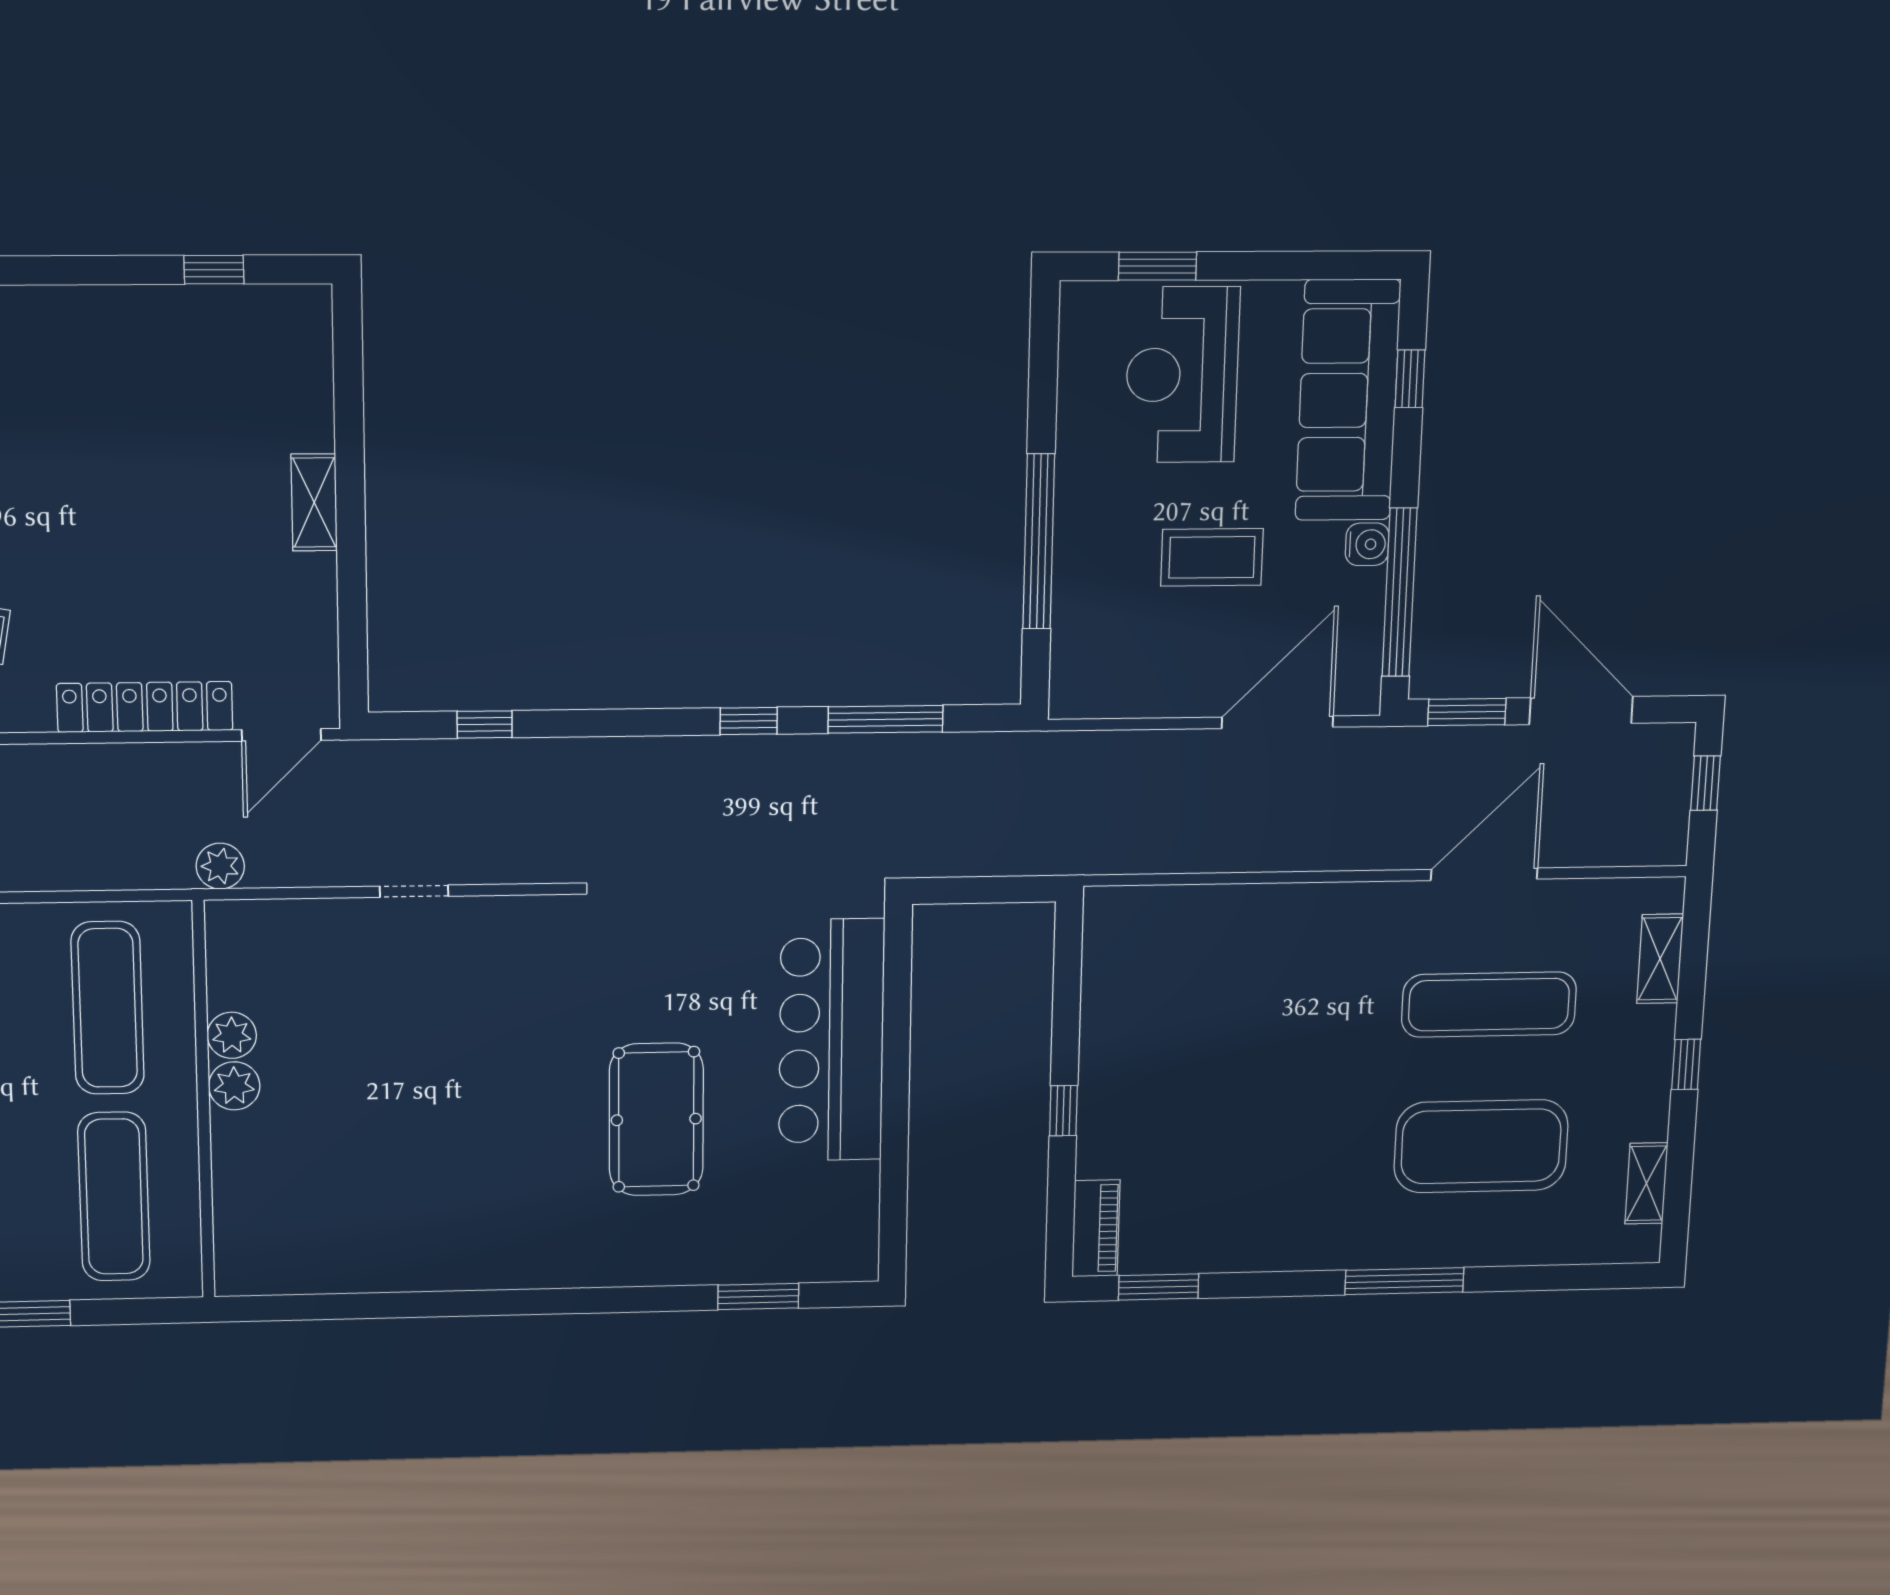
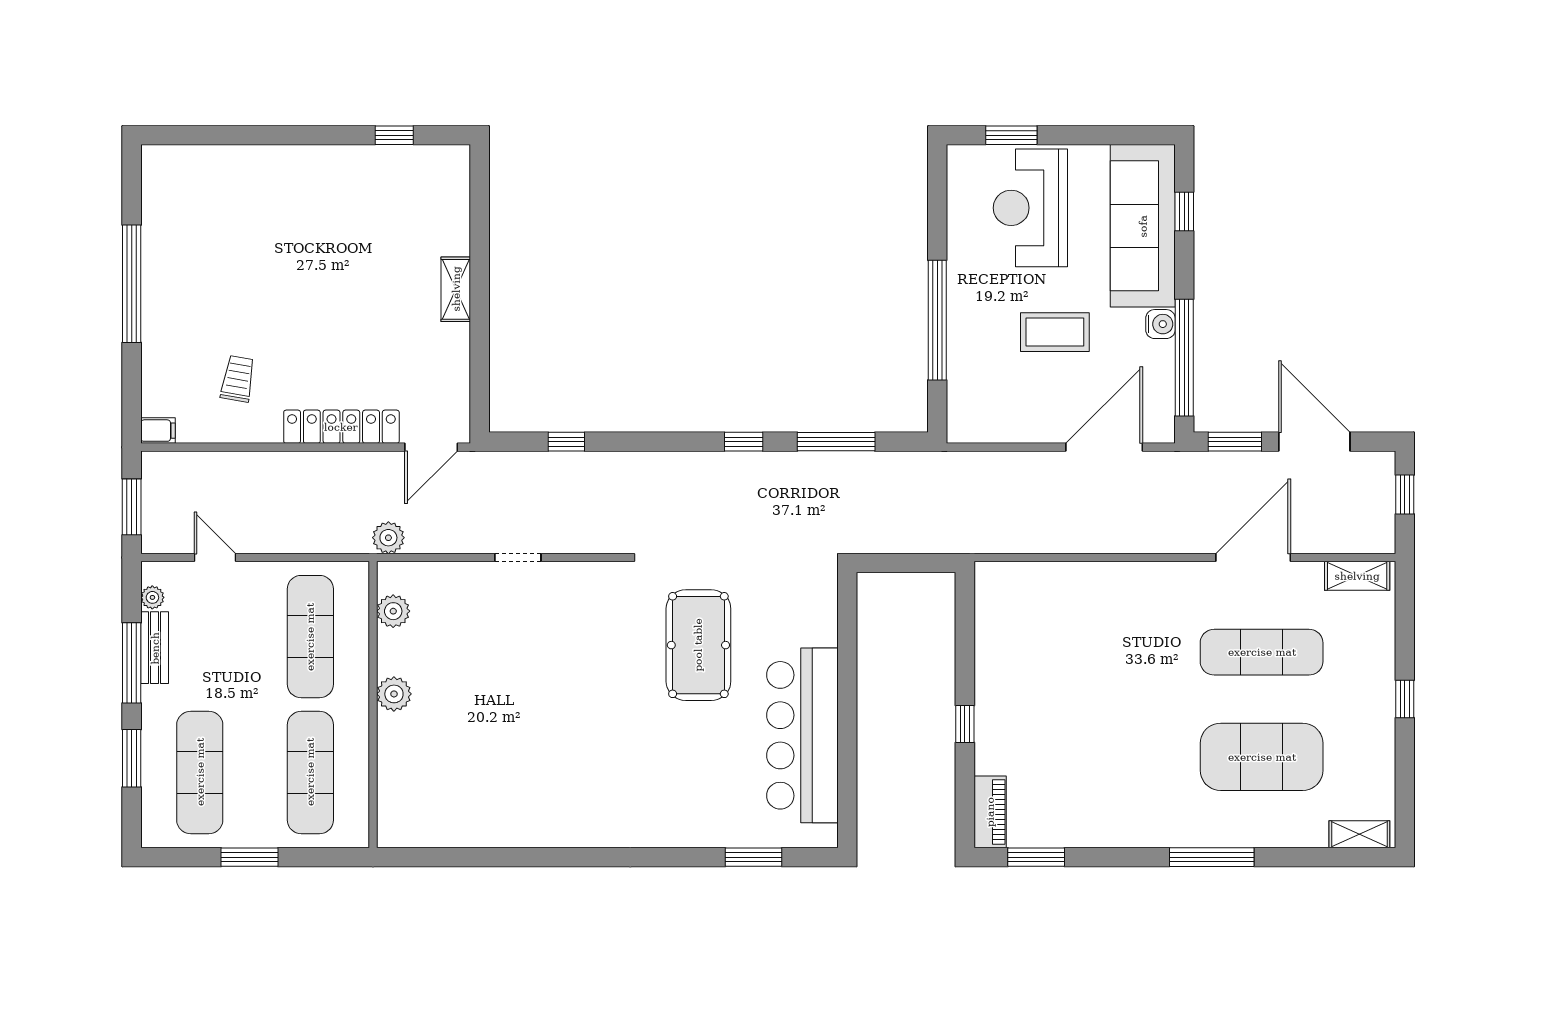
shelving: (1660, 959) -> (1357, 576), moved, turned 90
plant: (232, 1035) -> (393, 611), moved
bar counter: (831, 1040) -> (802, 735), moved
pool table: (656, 1119) -> (698, 645), moved
shelving: (1646, 1183) -> (1359, 834), moved, turned 90

